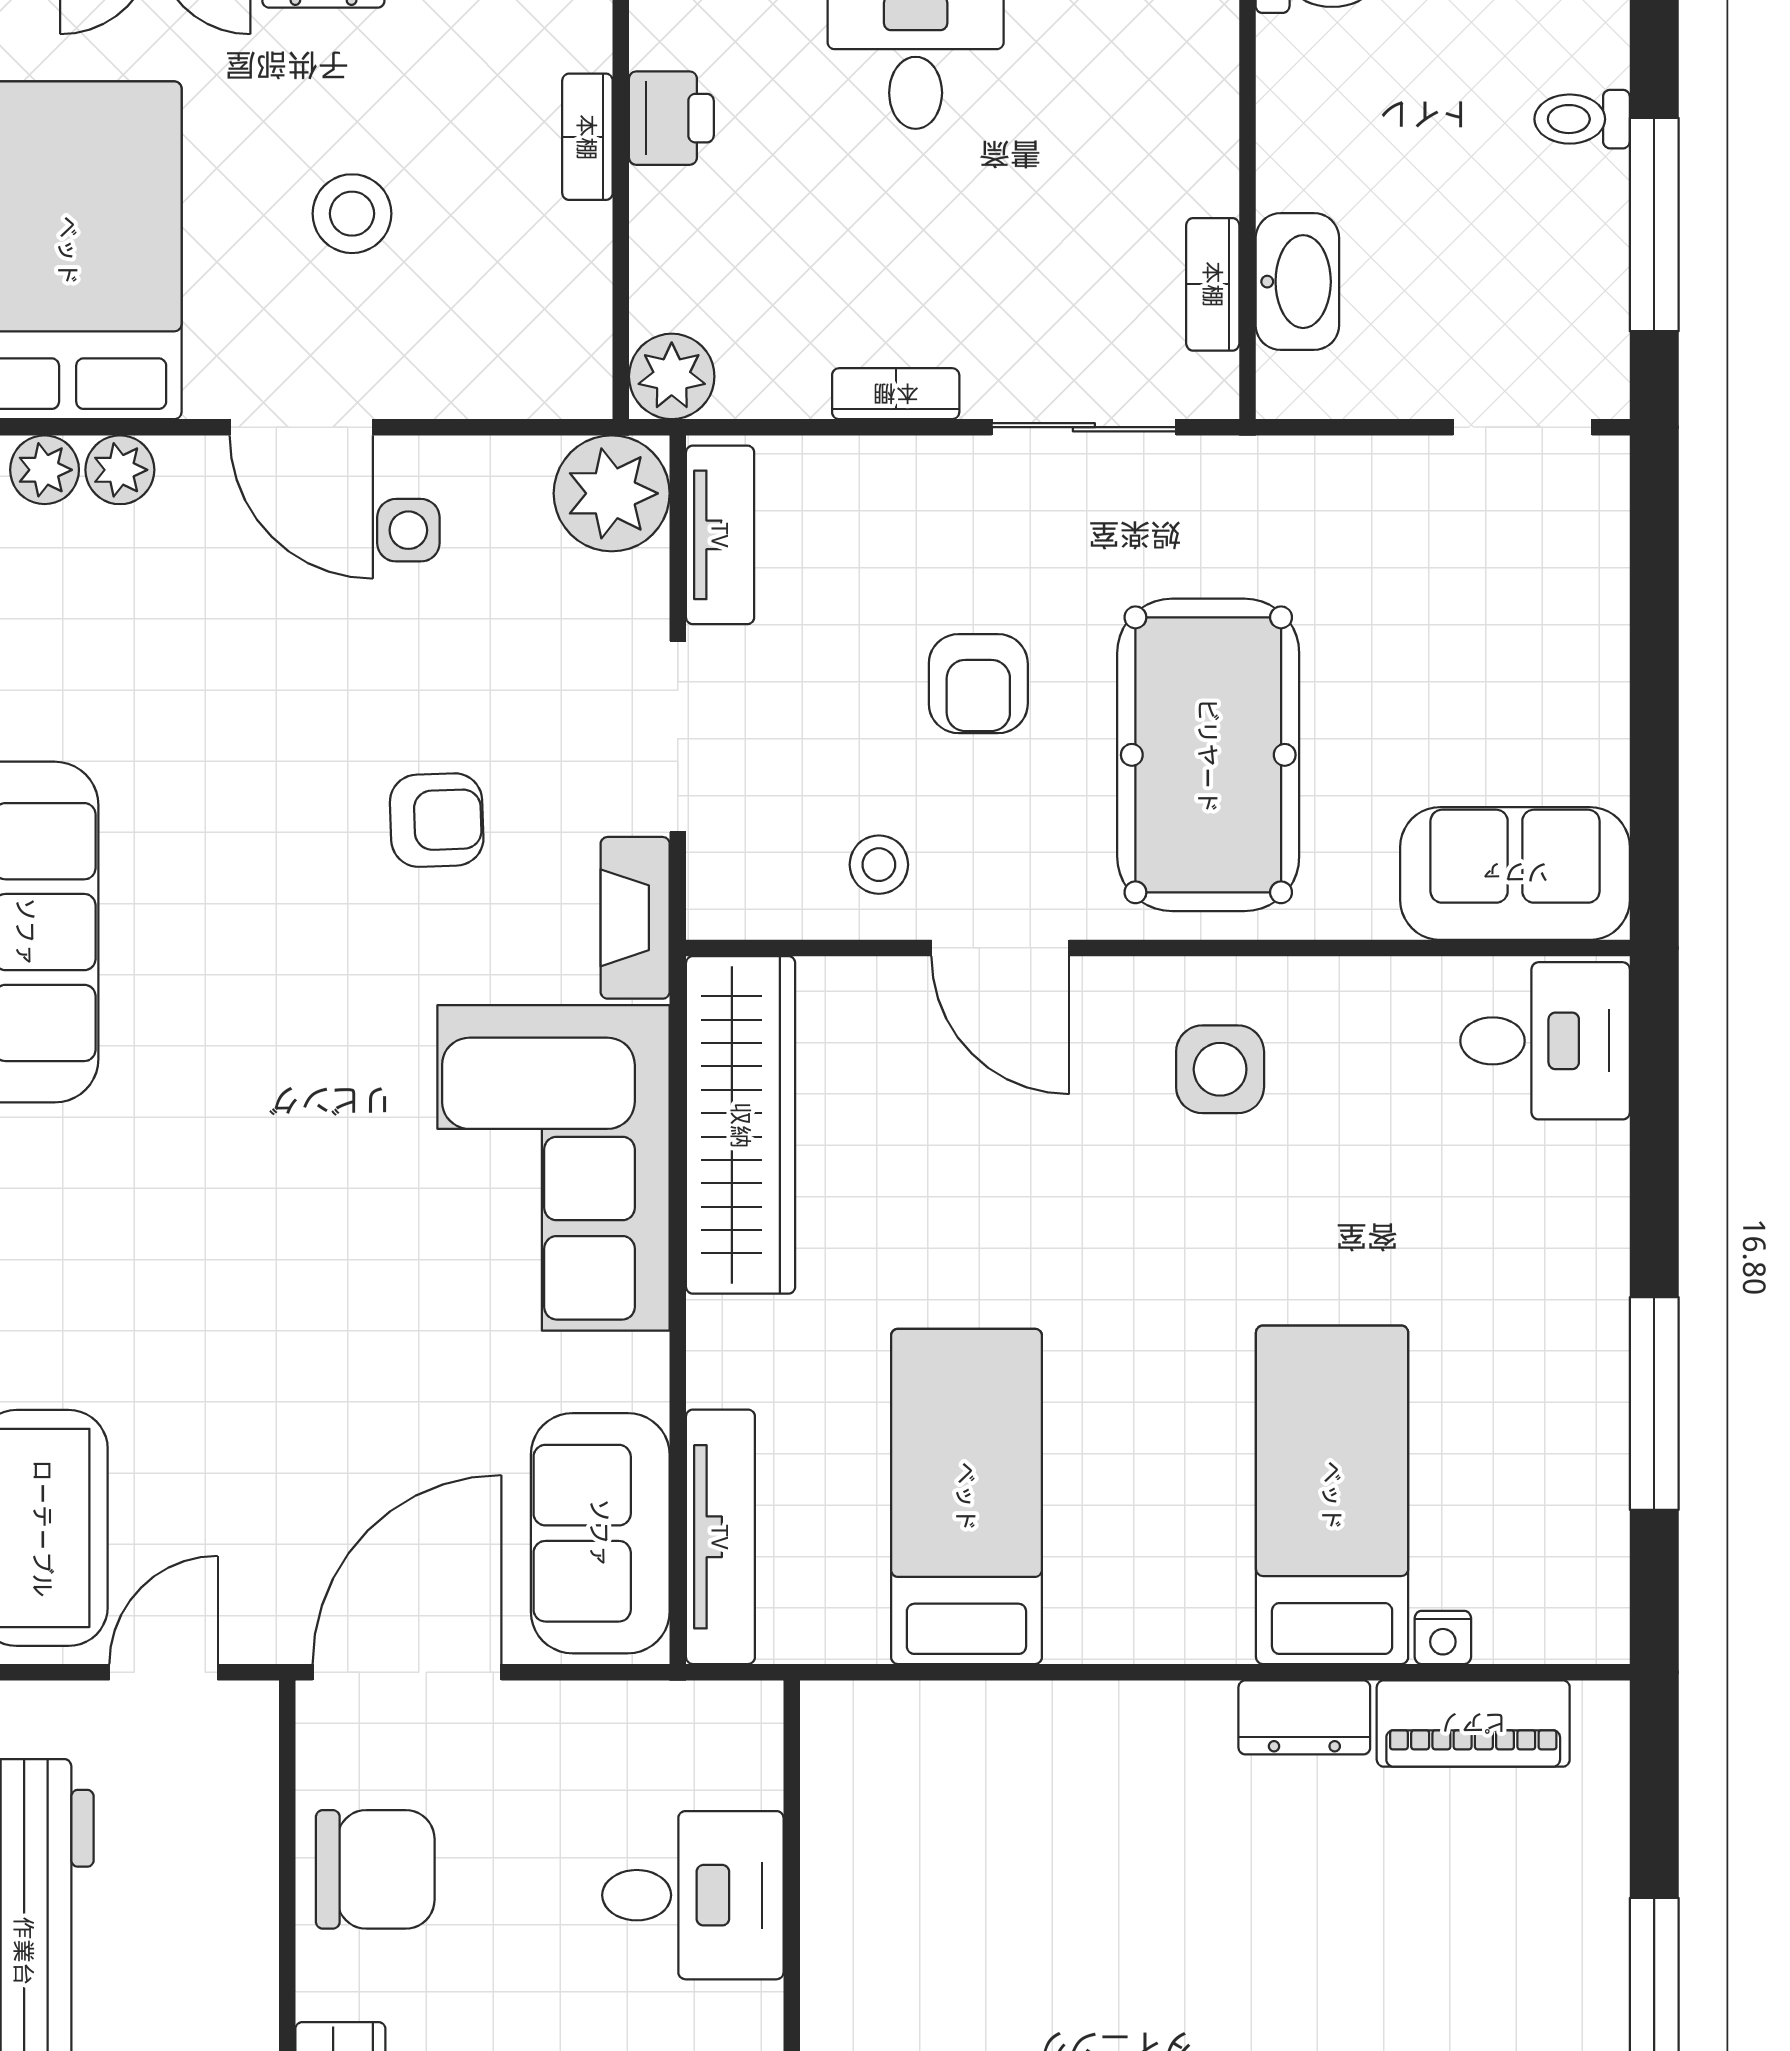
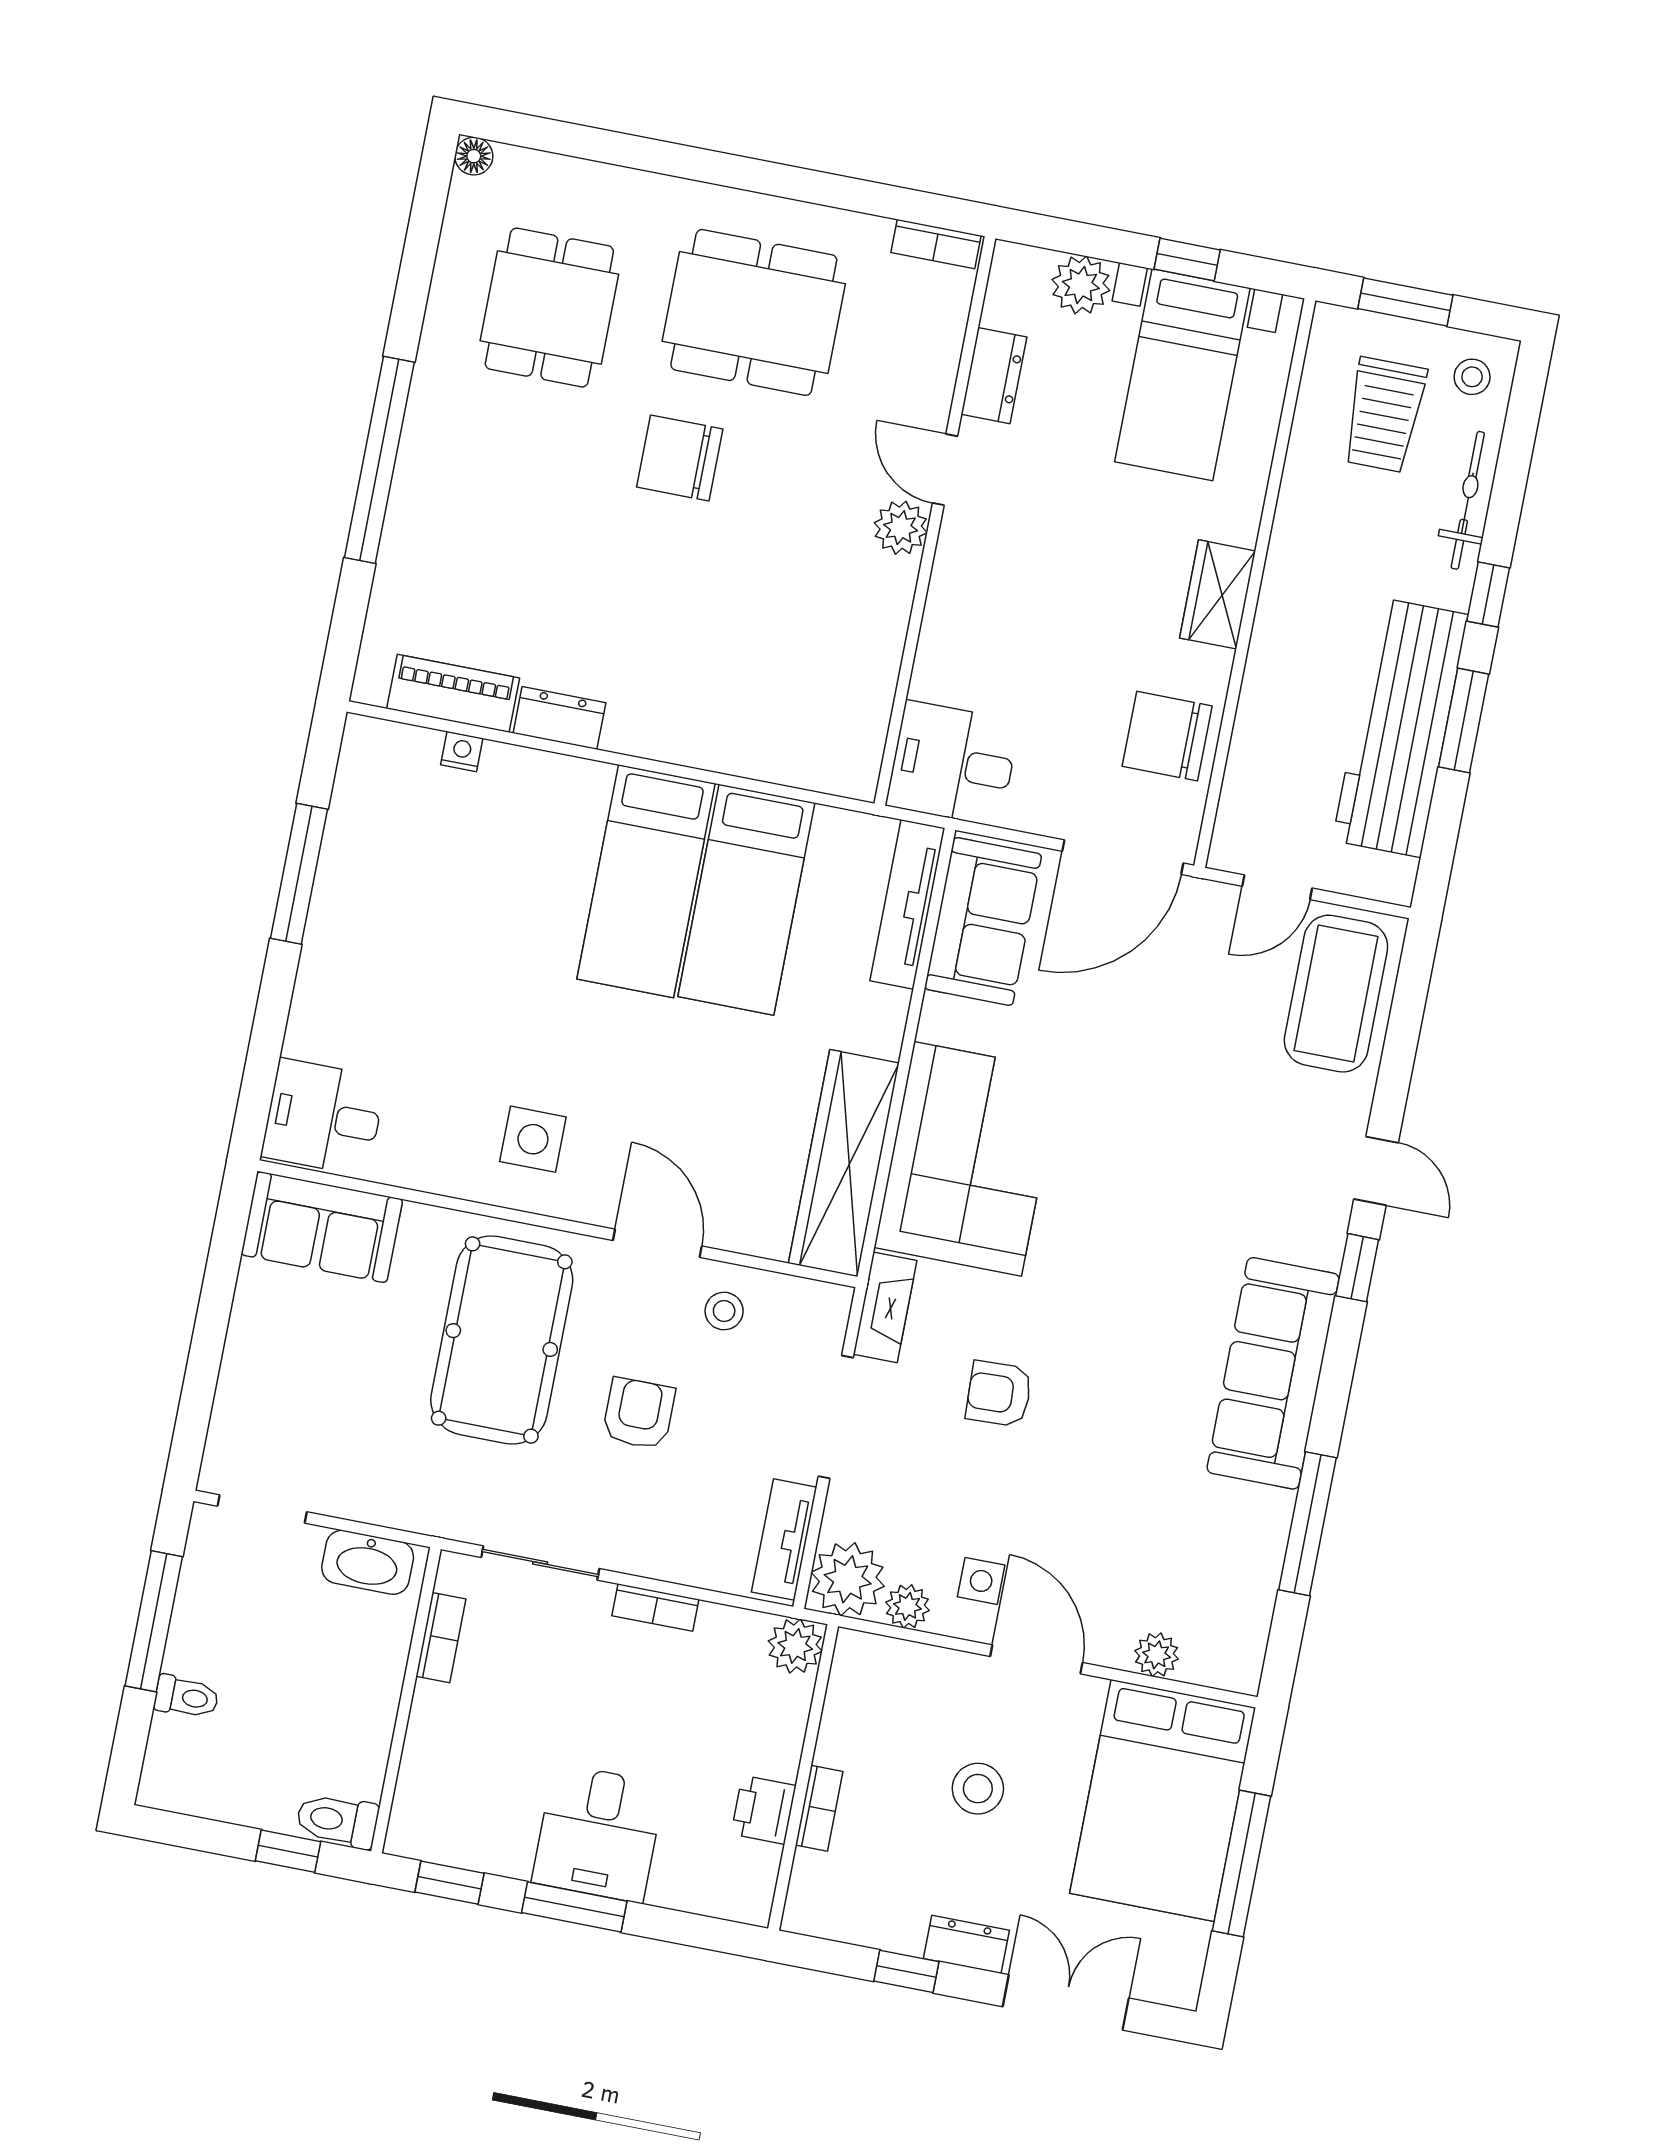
washbasin: (1297, 282) -> (368, 1562), moved, turned -90
plant: (45, 470) -> (907, 1606), moved
bed: (1332, 1495) -> (646, 881), moved
desk: (693, 1895) -> (953, 764), moved

